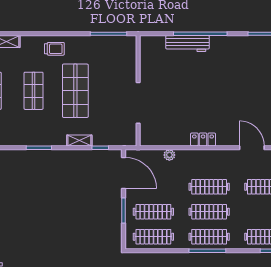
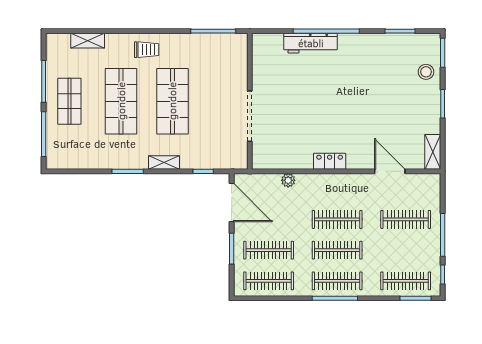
shop shelf: (34, 91) -> (121, 101), width x1.43, depth x1.36
shelving: (79, 140) -> (164, 162), moved

